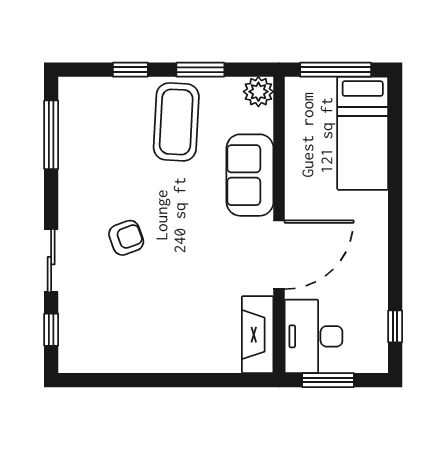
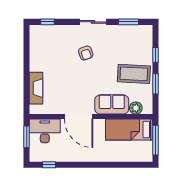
plant: (258, 92) -> (136, 108), moved
bed: (363, 133) -> (129, 129), moved
window: (51, 135) -> (128, 22), width x0.69
sliding door: (51, 261) -> (93, 22), moved
fireplace: (258, 335) -> (36, 88), moved, turned 90

